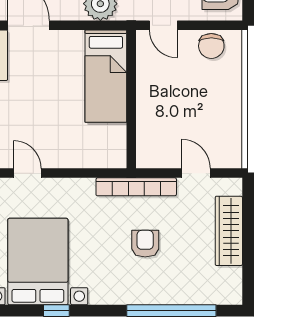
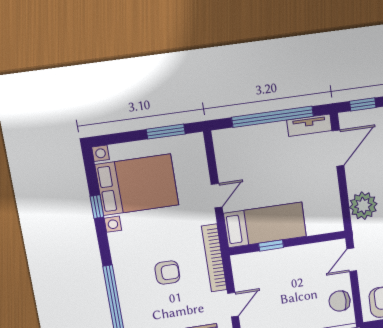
bed: (106, 76) -> (265, 225), moved, turned 180
window: (131, 118) -> (271, 245), added
door: (27, 173) -> (217, 196), moved

